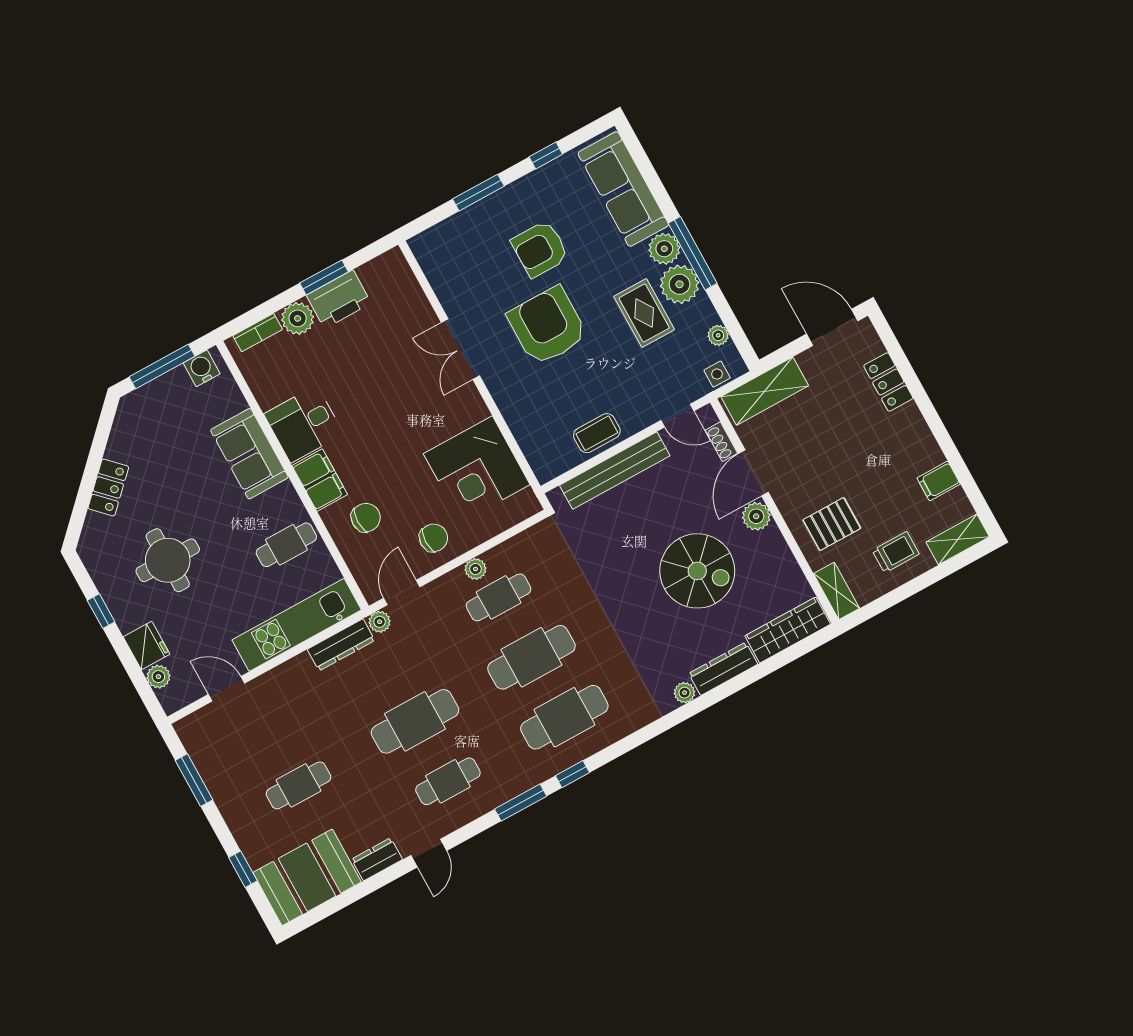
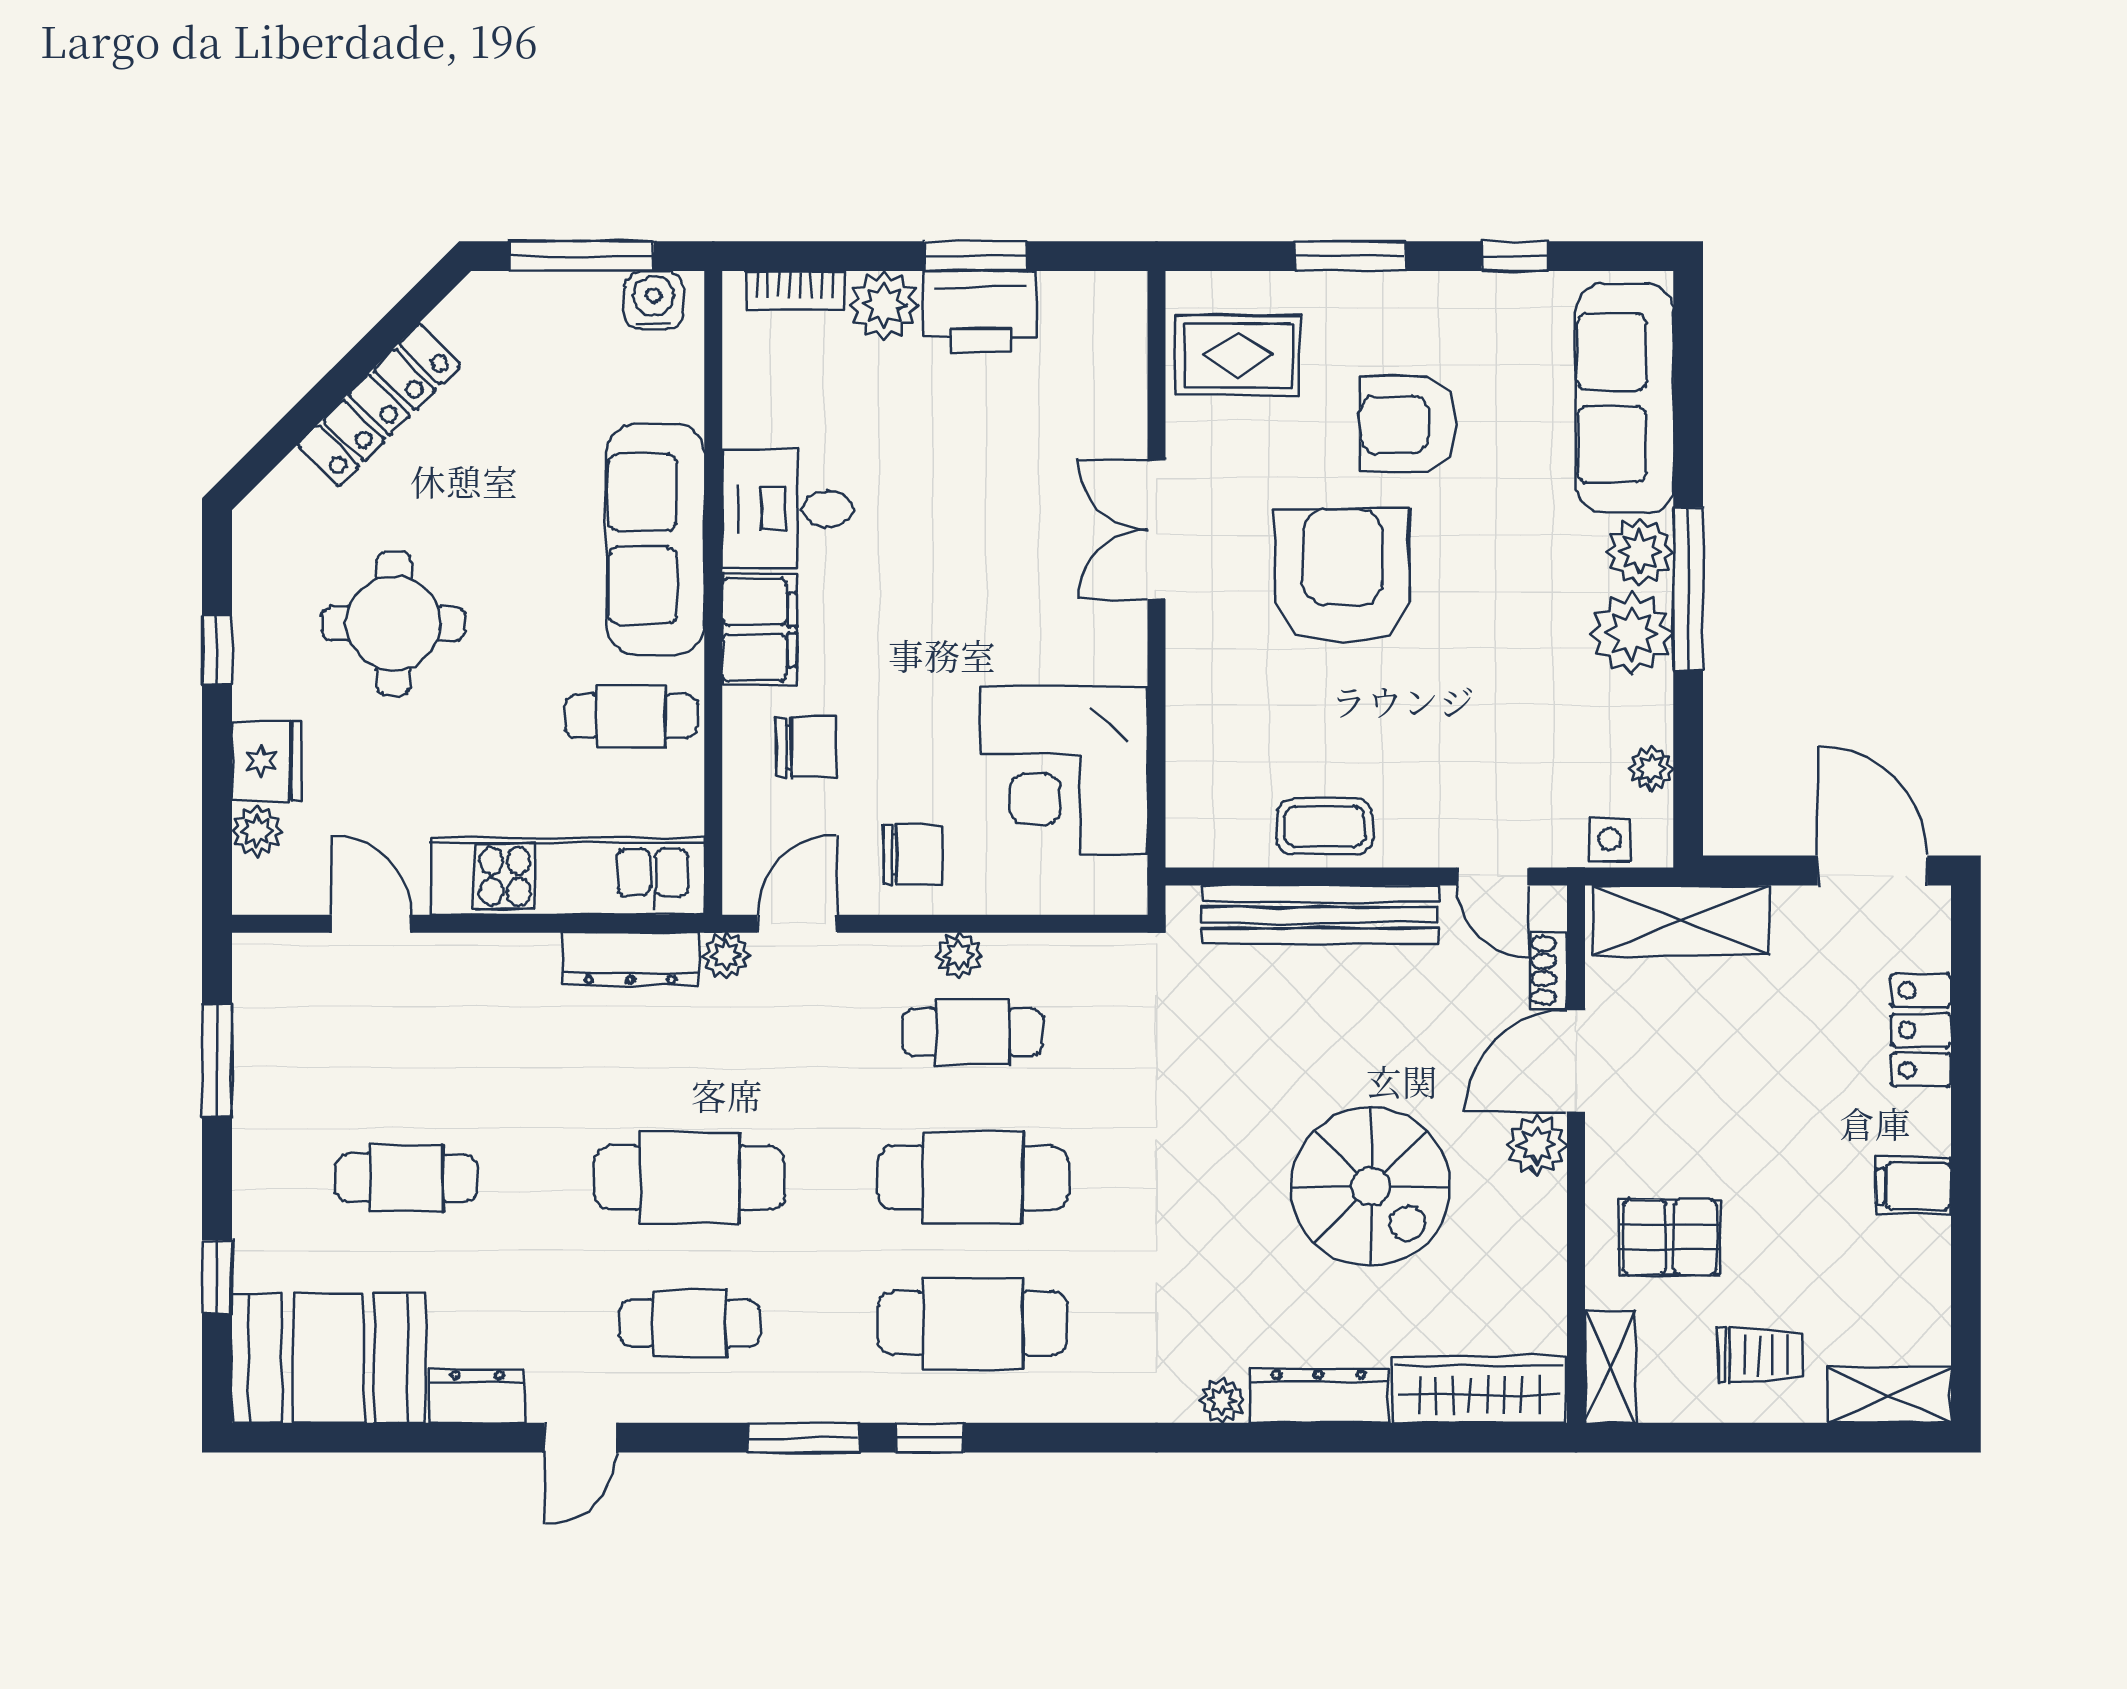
rug: (644, 313) -> (1238, 355), moved, turned 90
sofa: (249, 454) -> (655, 539), width x1.36
filing cabinet: (939, 481) -> (1913, 1186), moved
locker: (108, 487) -> (379, 405), width x1.53

